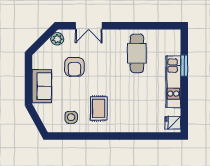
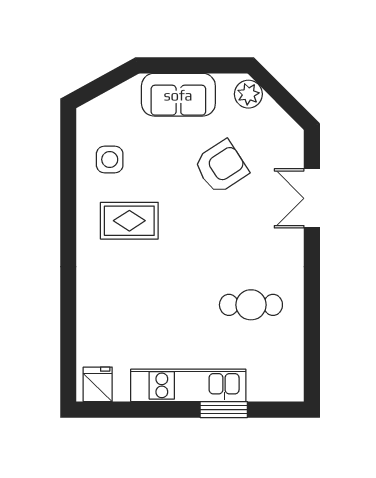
plant: (57, 39) -> (248, 94), moved
cafe table: (137, 53) -> (251, 305), width x0.73, depth x0.74
armchair: (74, 67) -> (221, 167), turned 147

